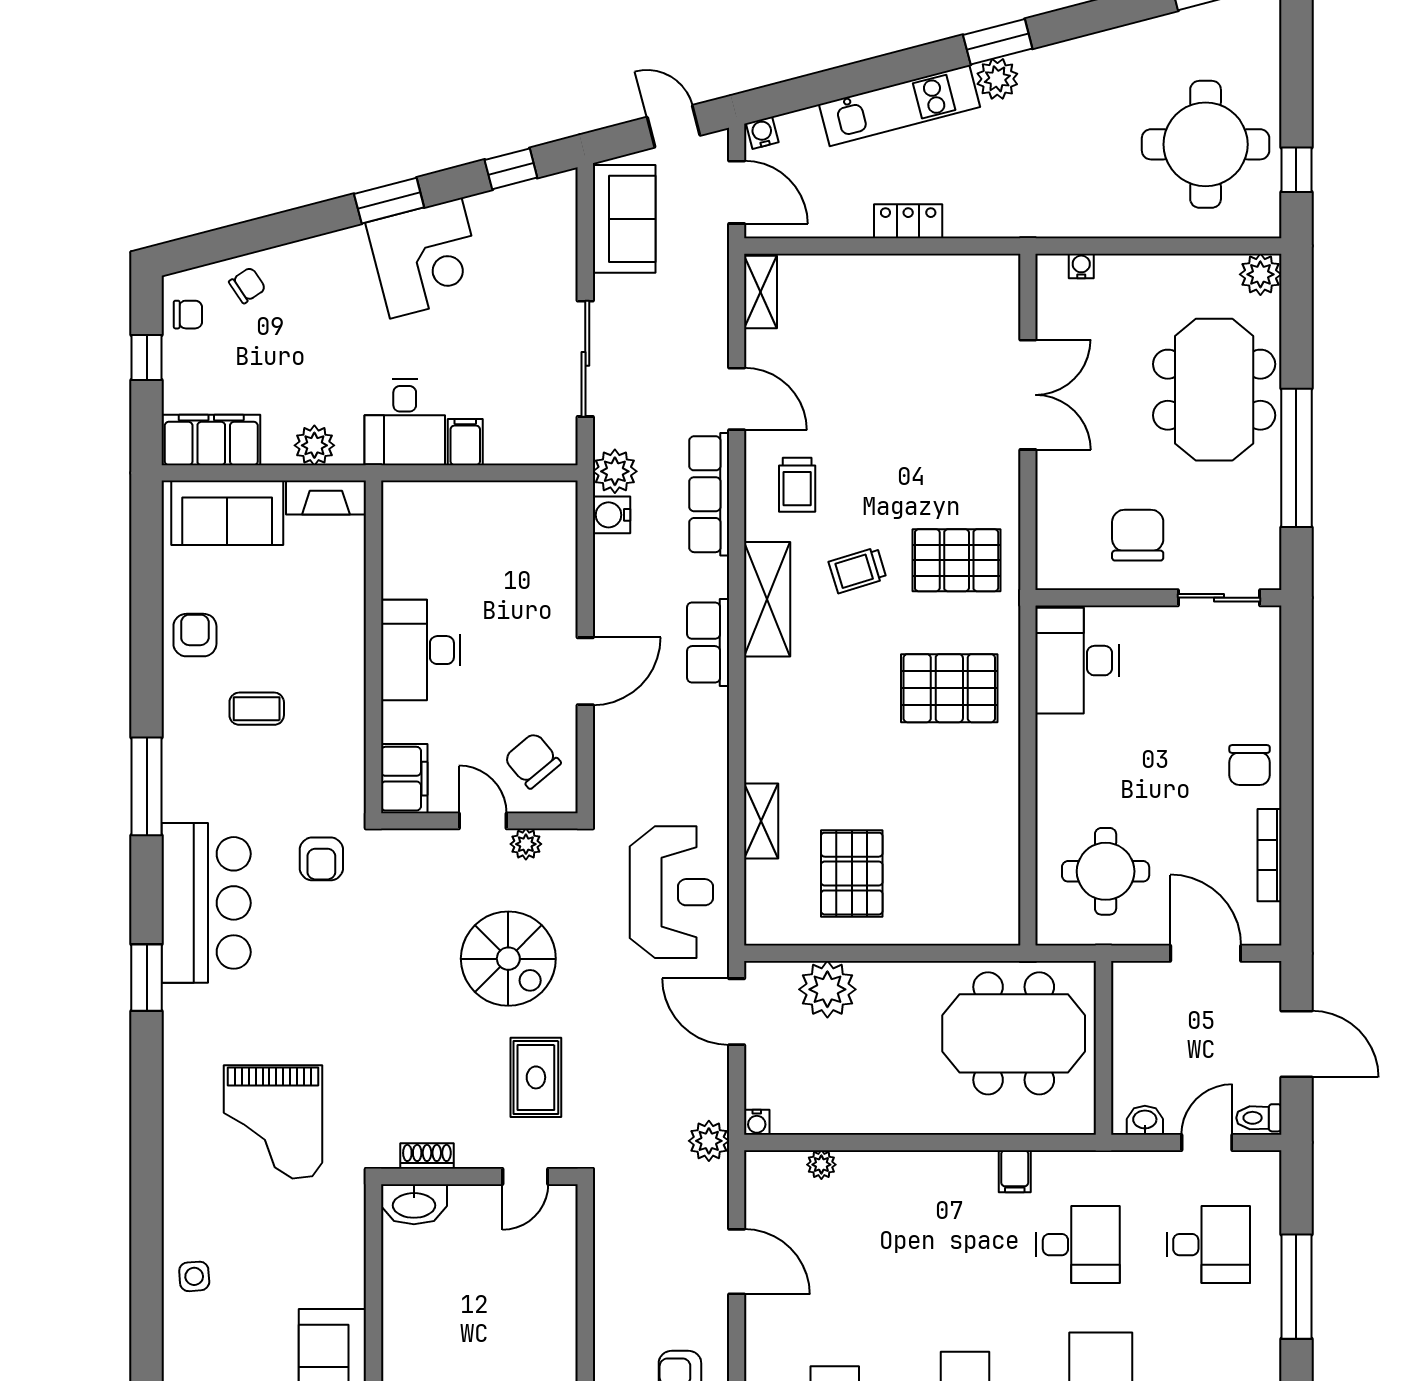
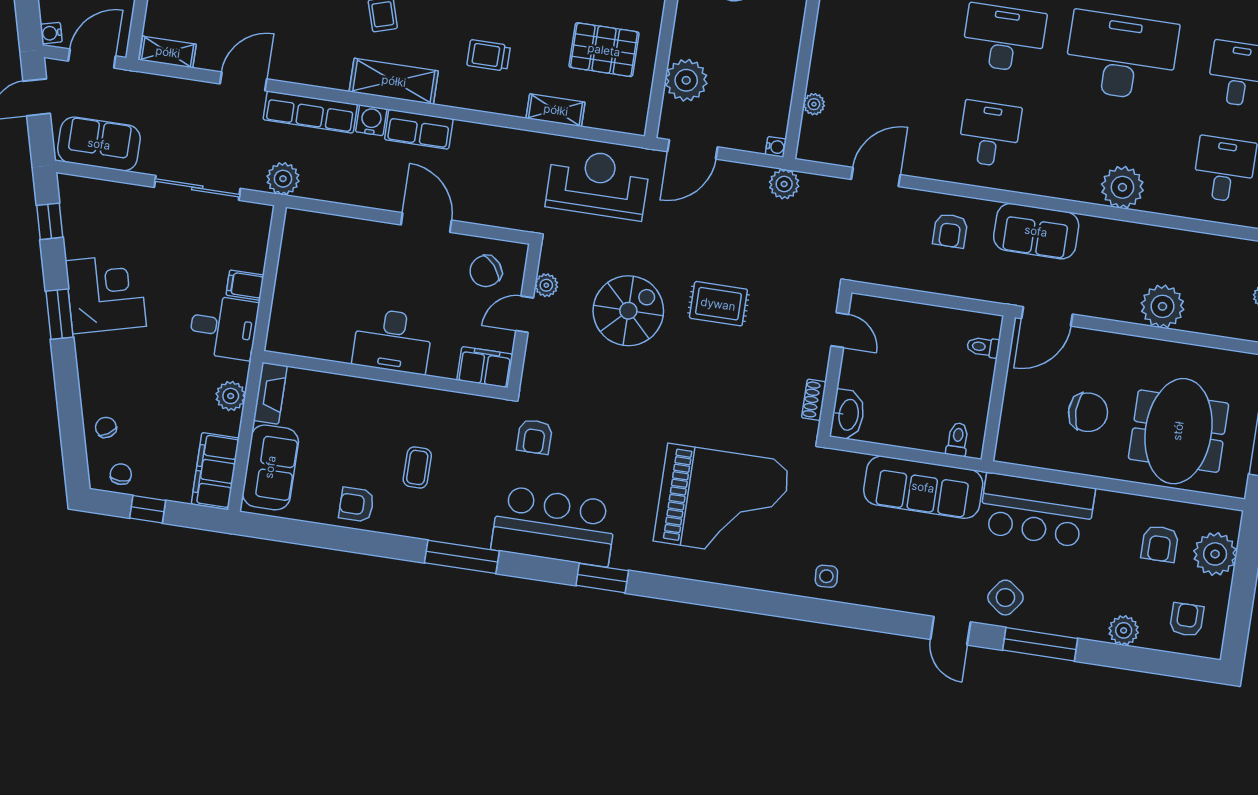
trolley: (797, 485) -> (489, 55), moved, turned 180
water cooler: (611, 515) -> (371, 120), moved, turned 180
armchair: (321, 859) -> (535, 437), turned 90
grand piano: (273, 1122) -> (722, 501), width x1.37, depth x1.48
shoe rack: (427, 1156) -> (814, 400), moved
wall: (479, 1176) -> (835, 364), moved
door: (525, 1176) -> (840, 330), moved
washbasin: (414, 1204) -> (848, 415), moved

